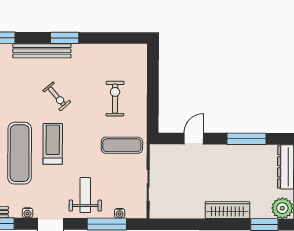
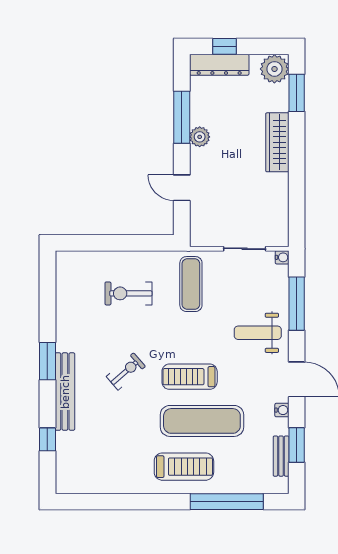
plant: (232, 152) -> (200, 137), added
water cooler: (120, 213) -> (282, 257), moved

